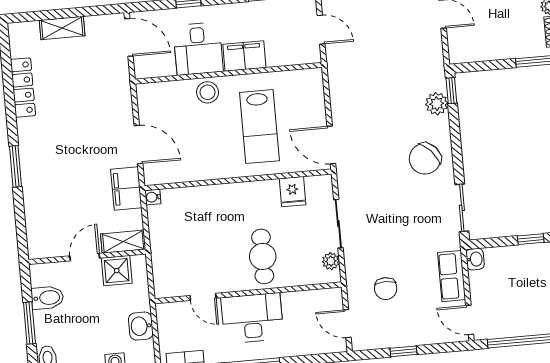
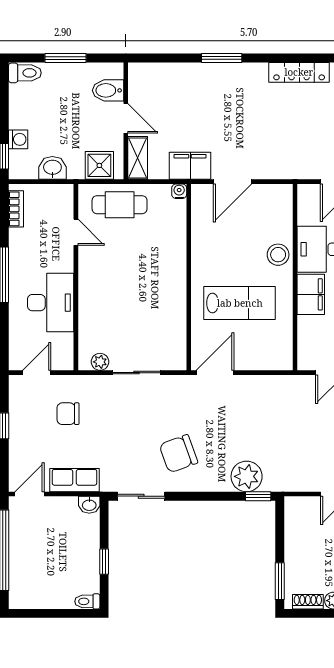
plant: (437, 104) -> (247, 476), width x1.36, depth x1.36
lab bench: (259, 127) -> (240, 303), turned 180
chair: (425, 159) -> (178, 454), moved, turned -68
fridge: (293, 192) -> (172, 330), removed
cafe table: (263, 256) -> (120, 205), moved
shower: (117, 271) -> (99, 165), moved
door: (203, 297) -> (76, 232), swing flipped
bidet: (47, 298) -> (108, 90), moved, turned 90
desk: (252, 318) -> (51, 303), moved

